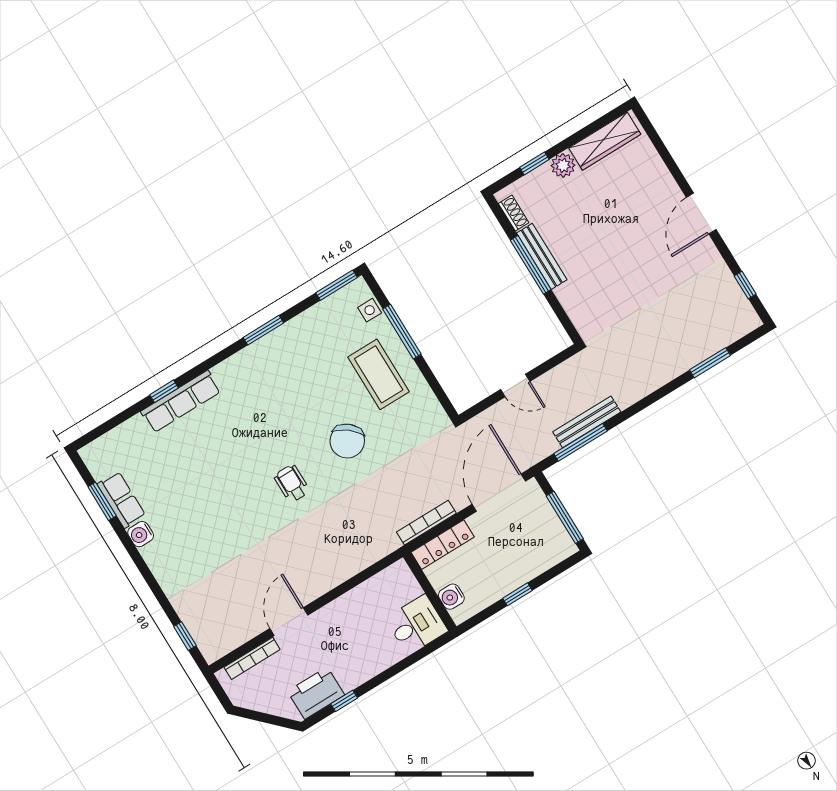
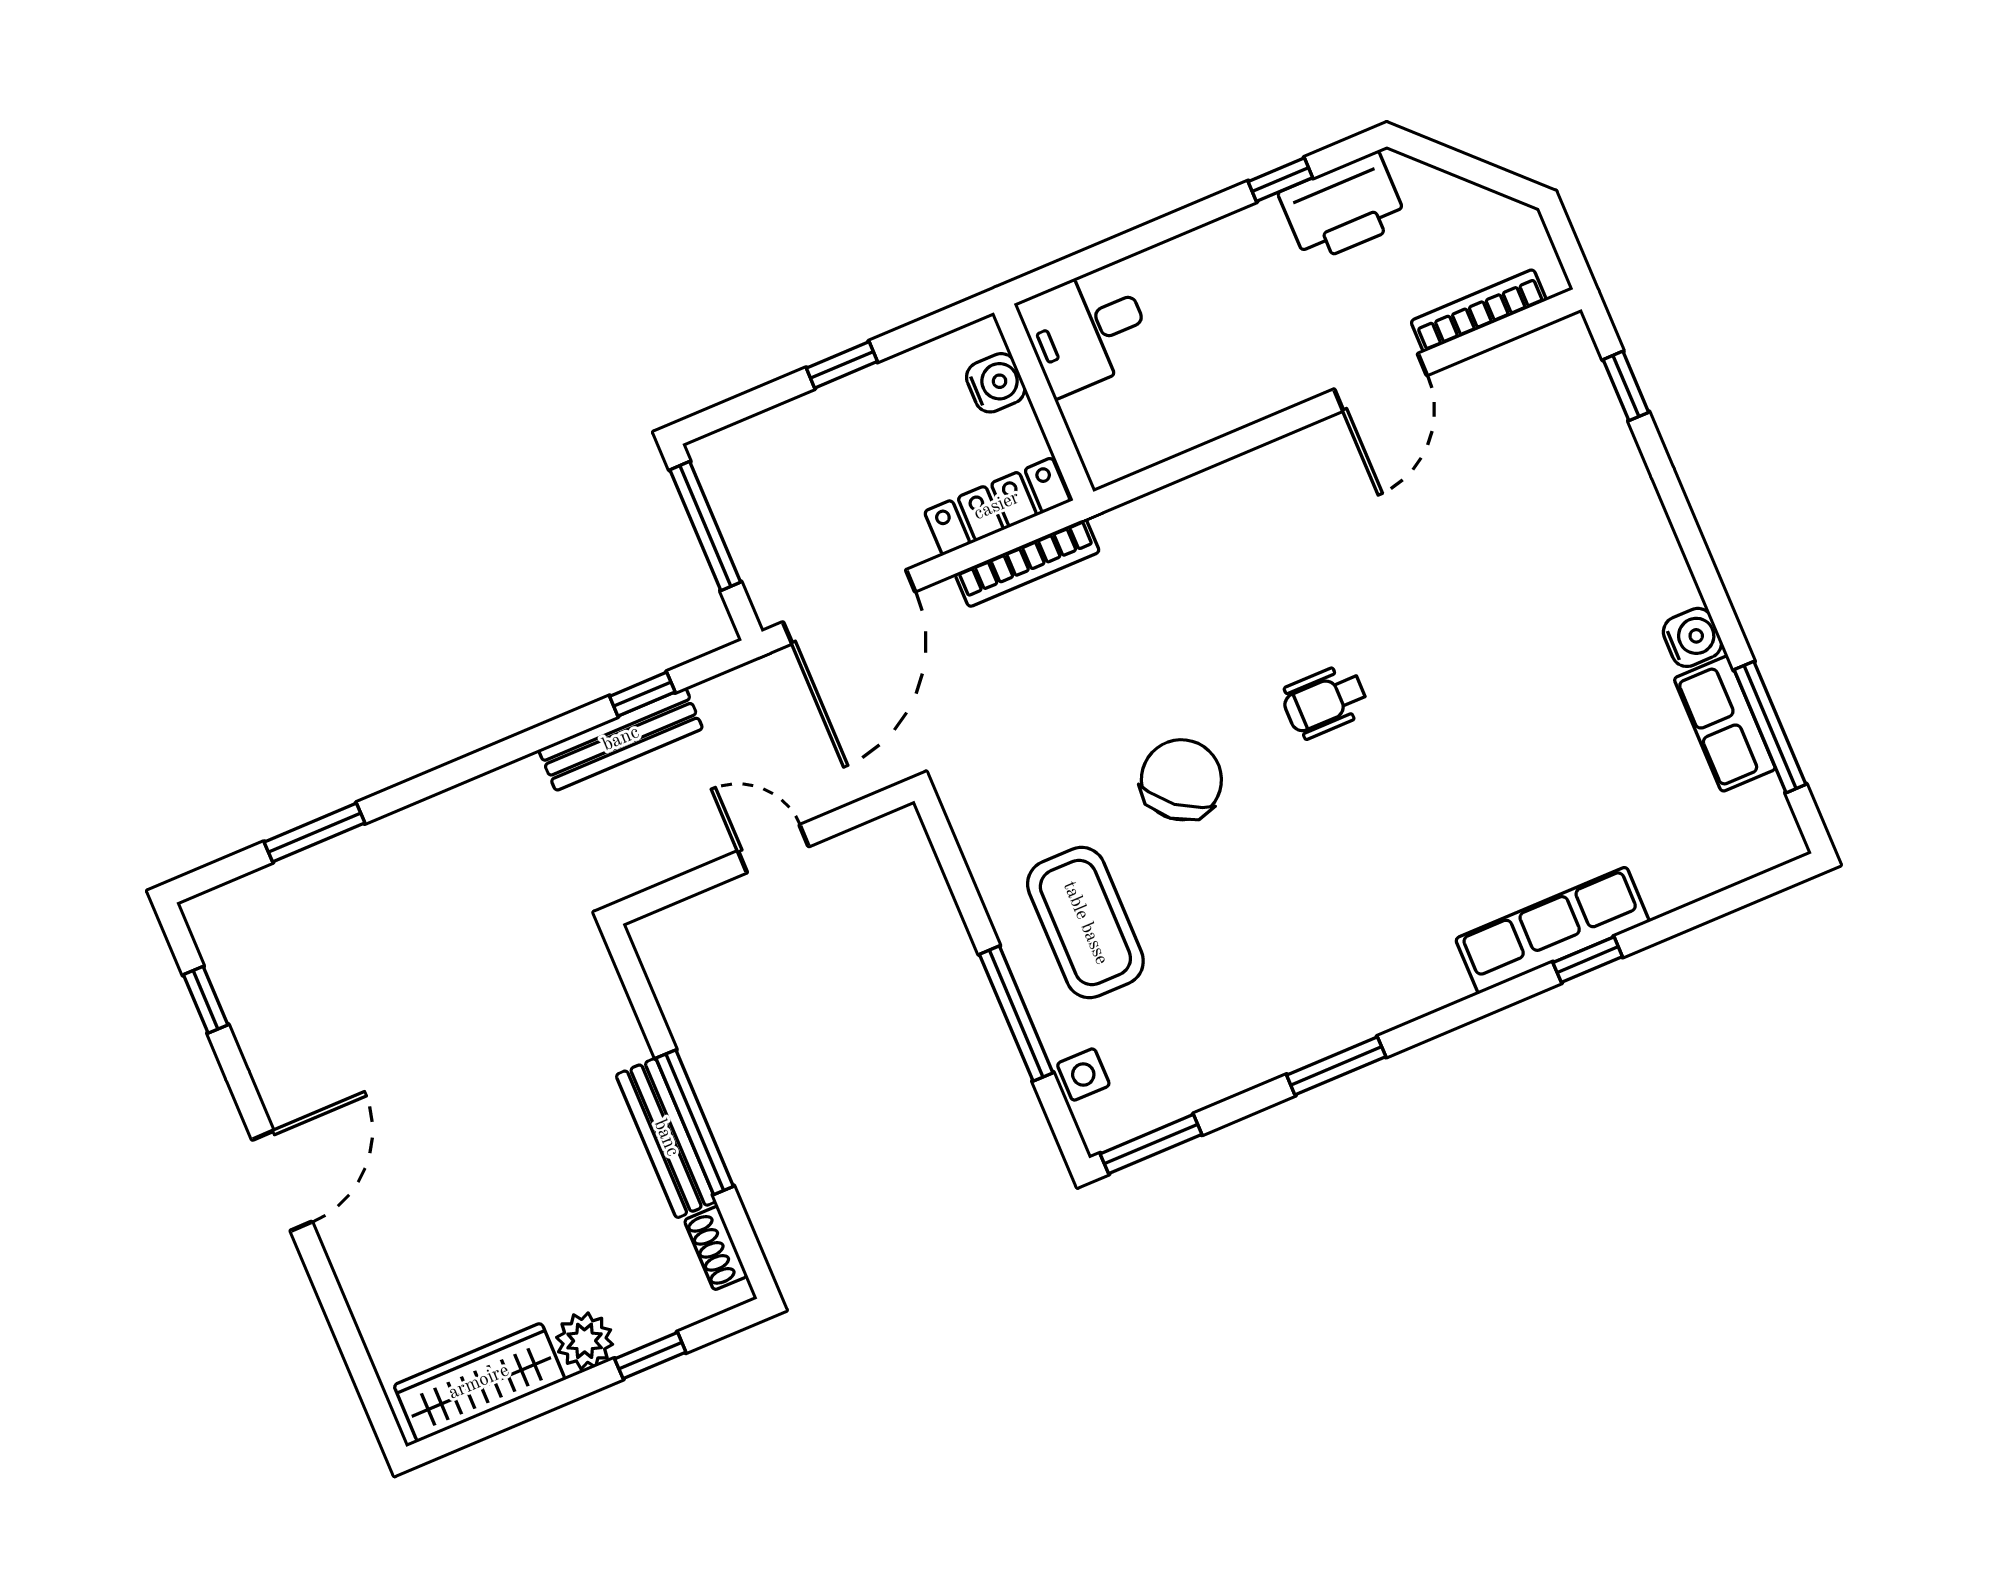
window: (580, 442) -> (642, 694), width x0.46
wheelchair: (292, 483) -> (1325, 701), turned 90
window: (102, 501) -> (1770, 727), width x1.44

